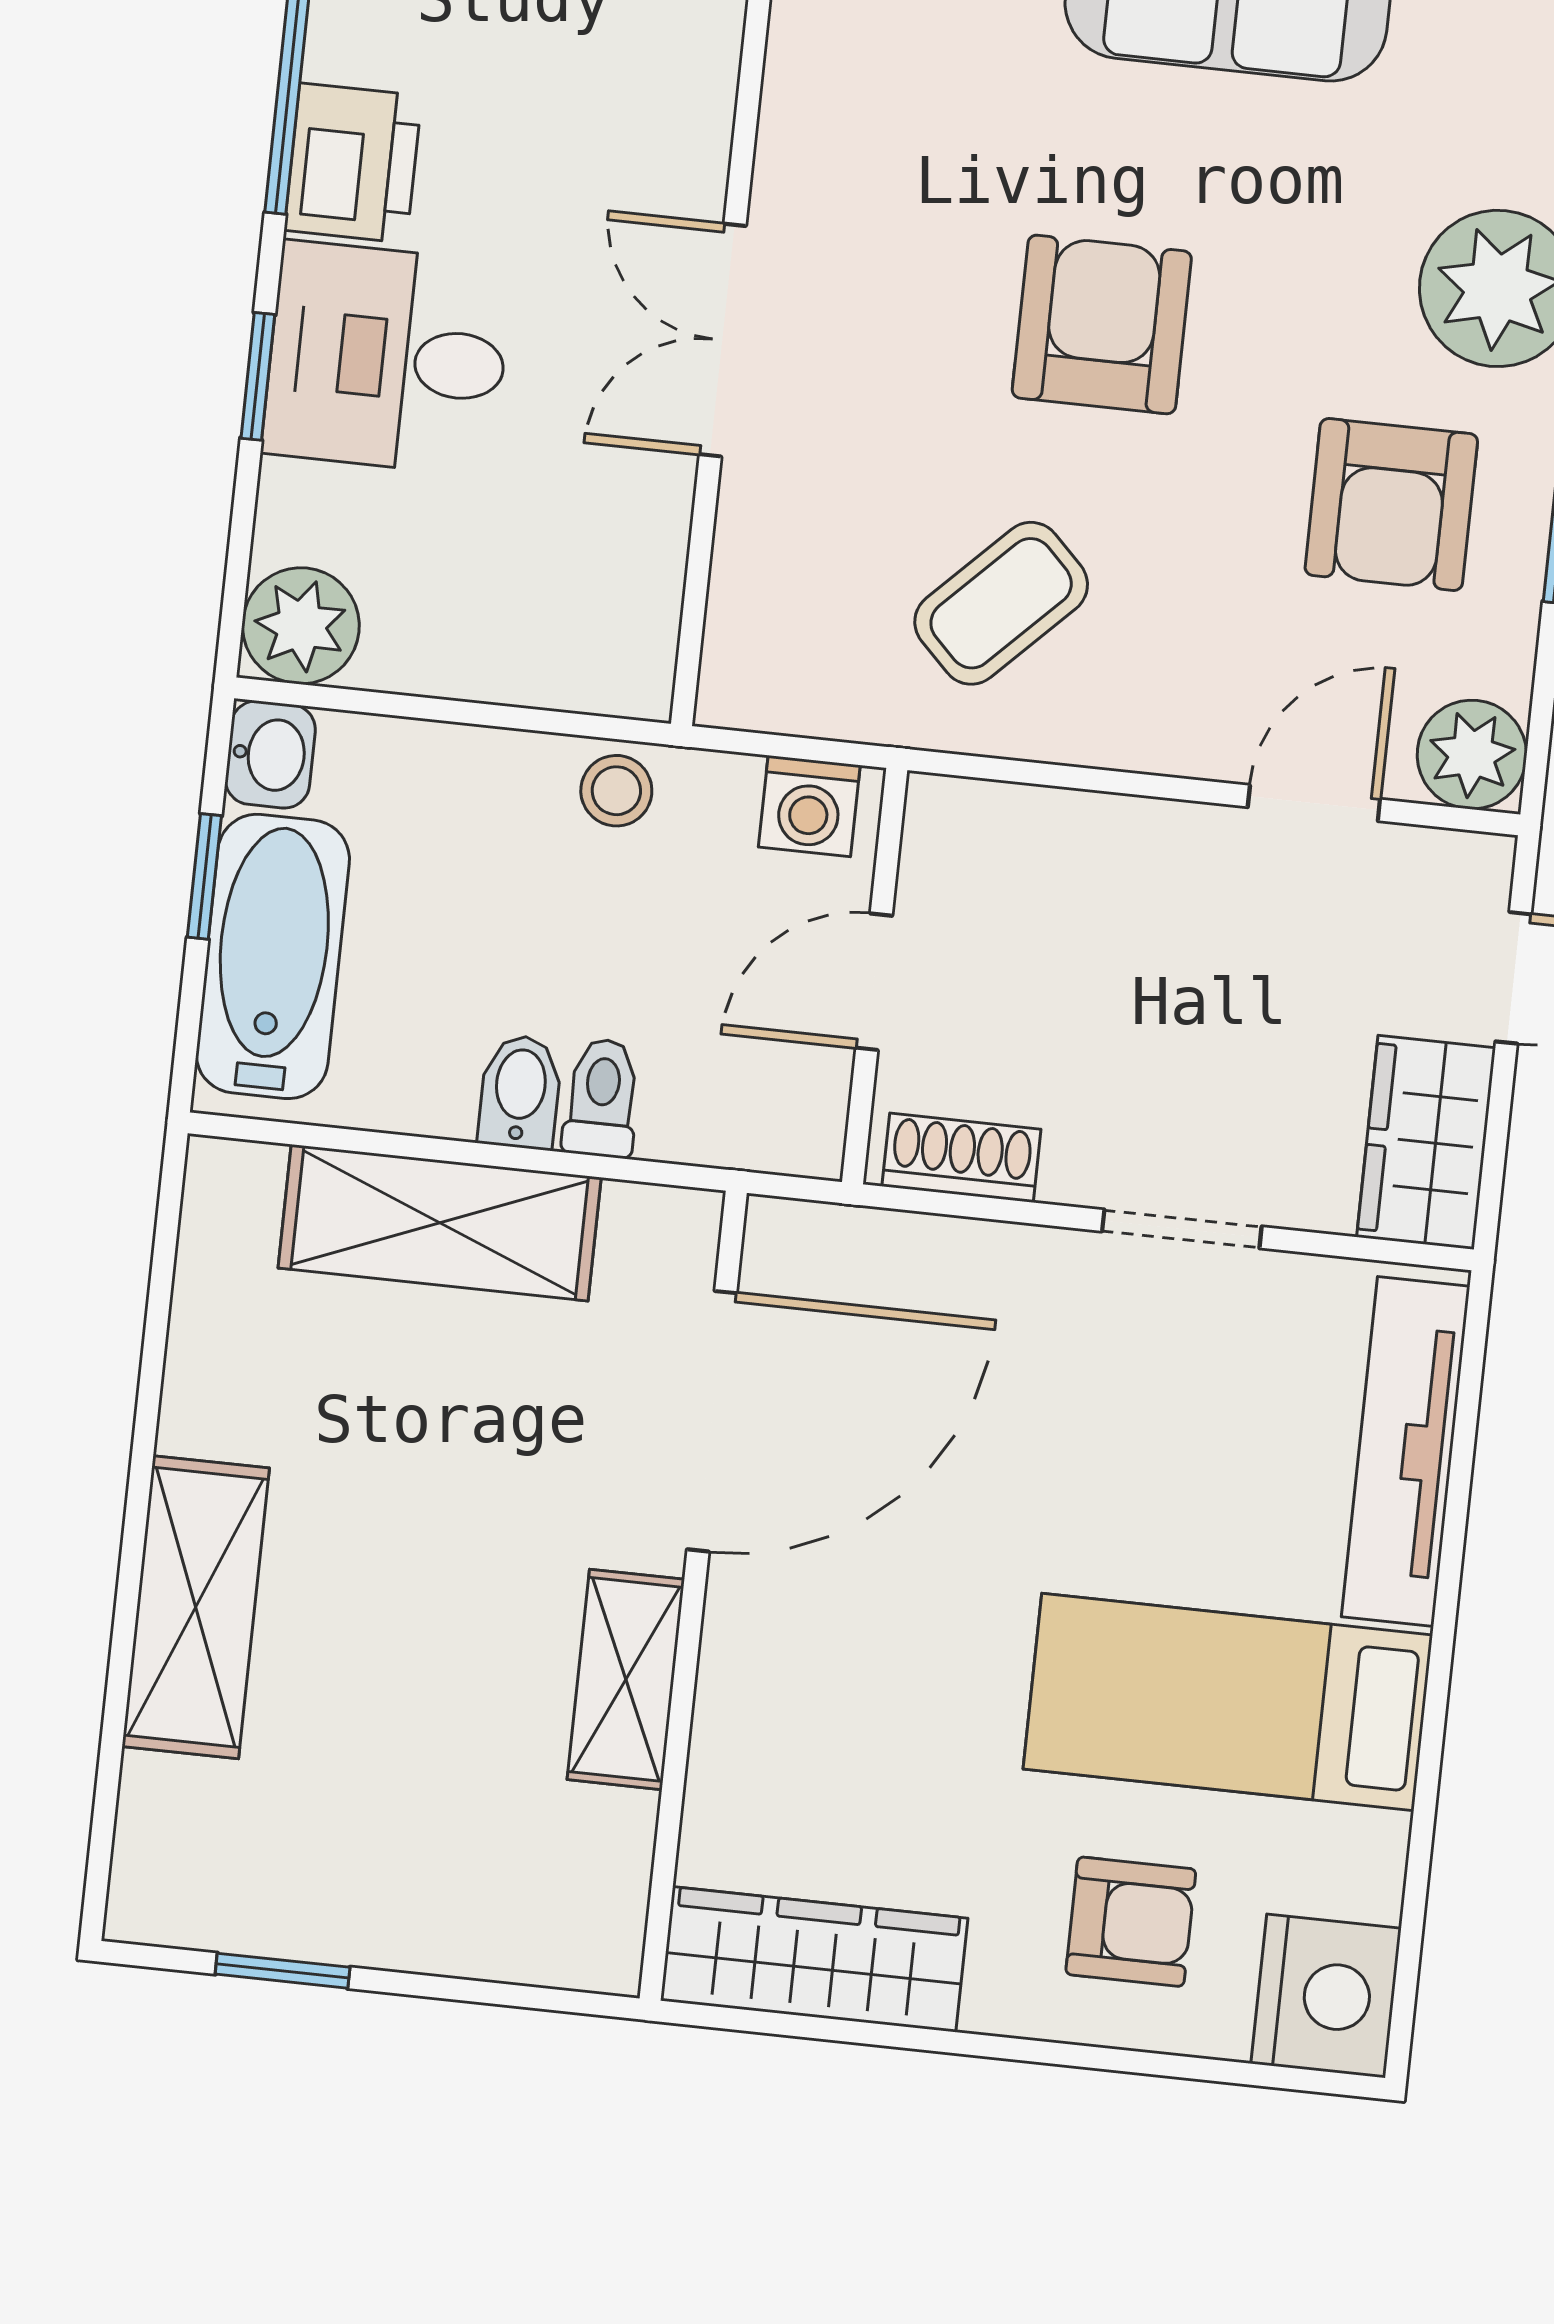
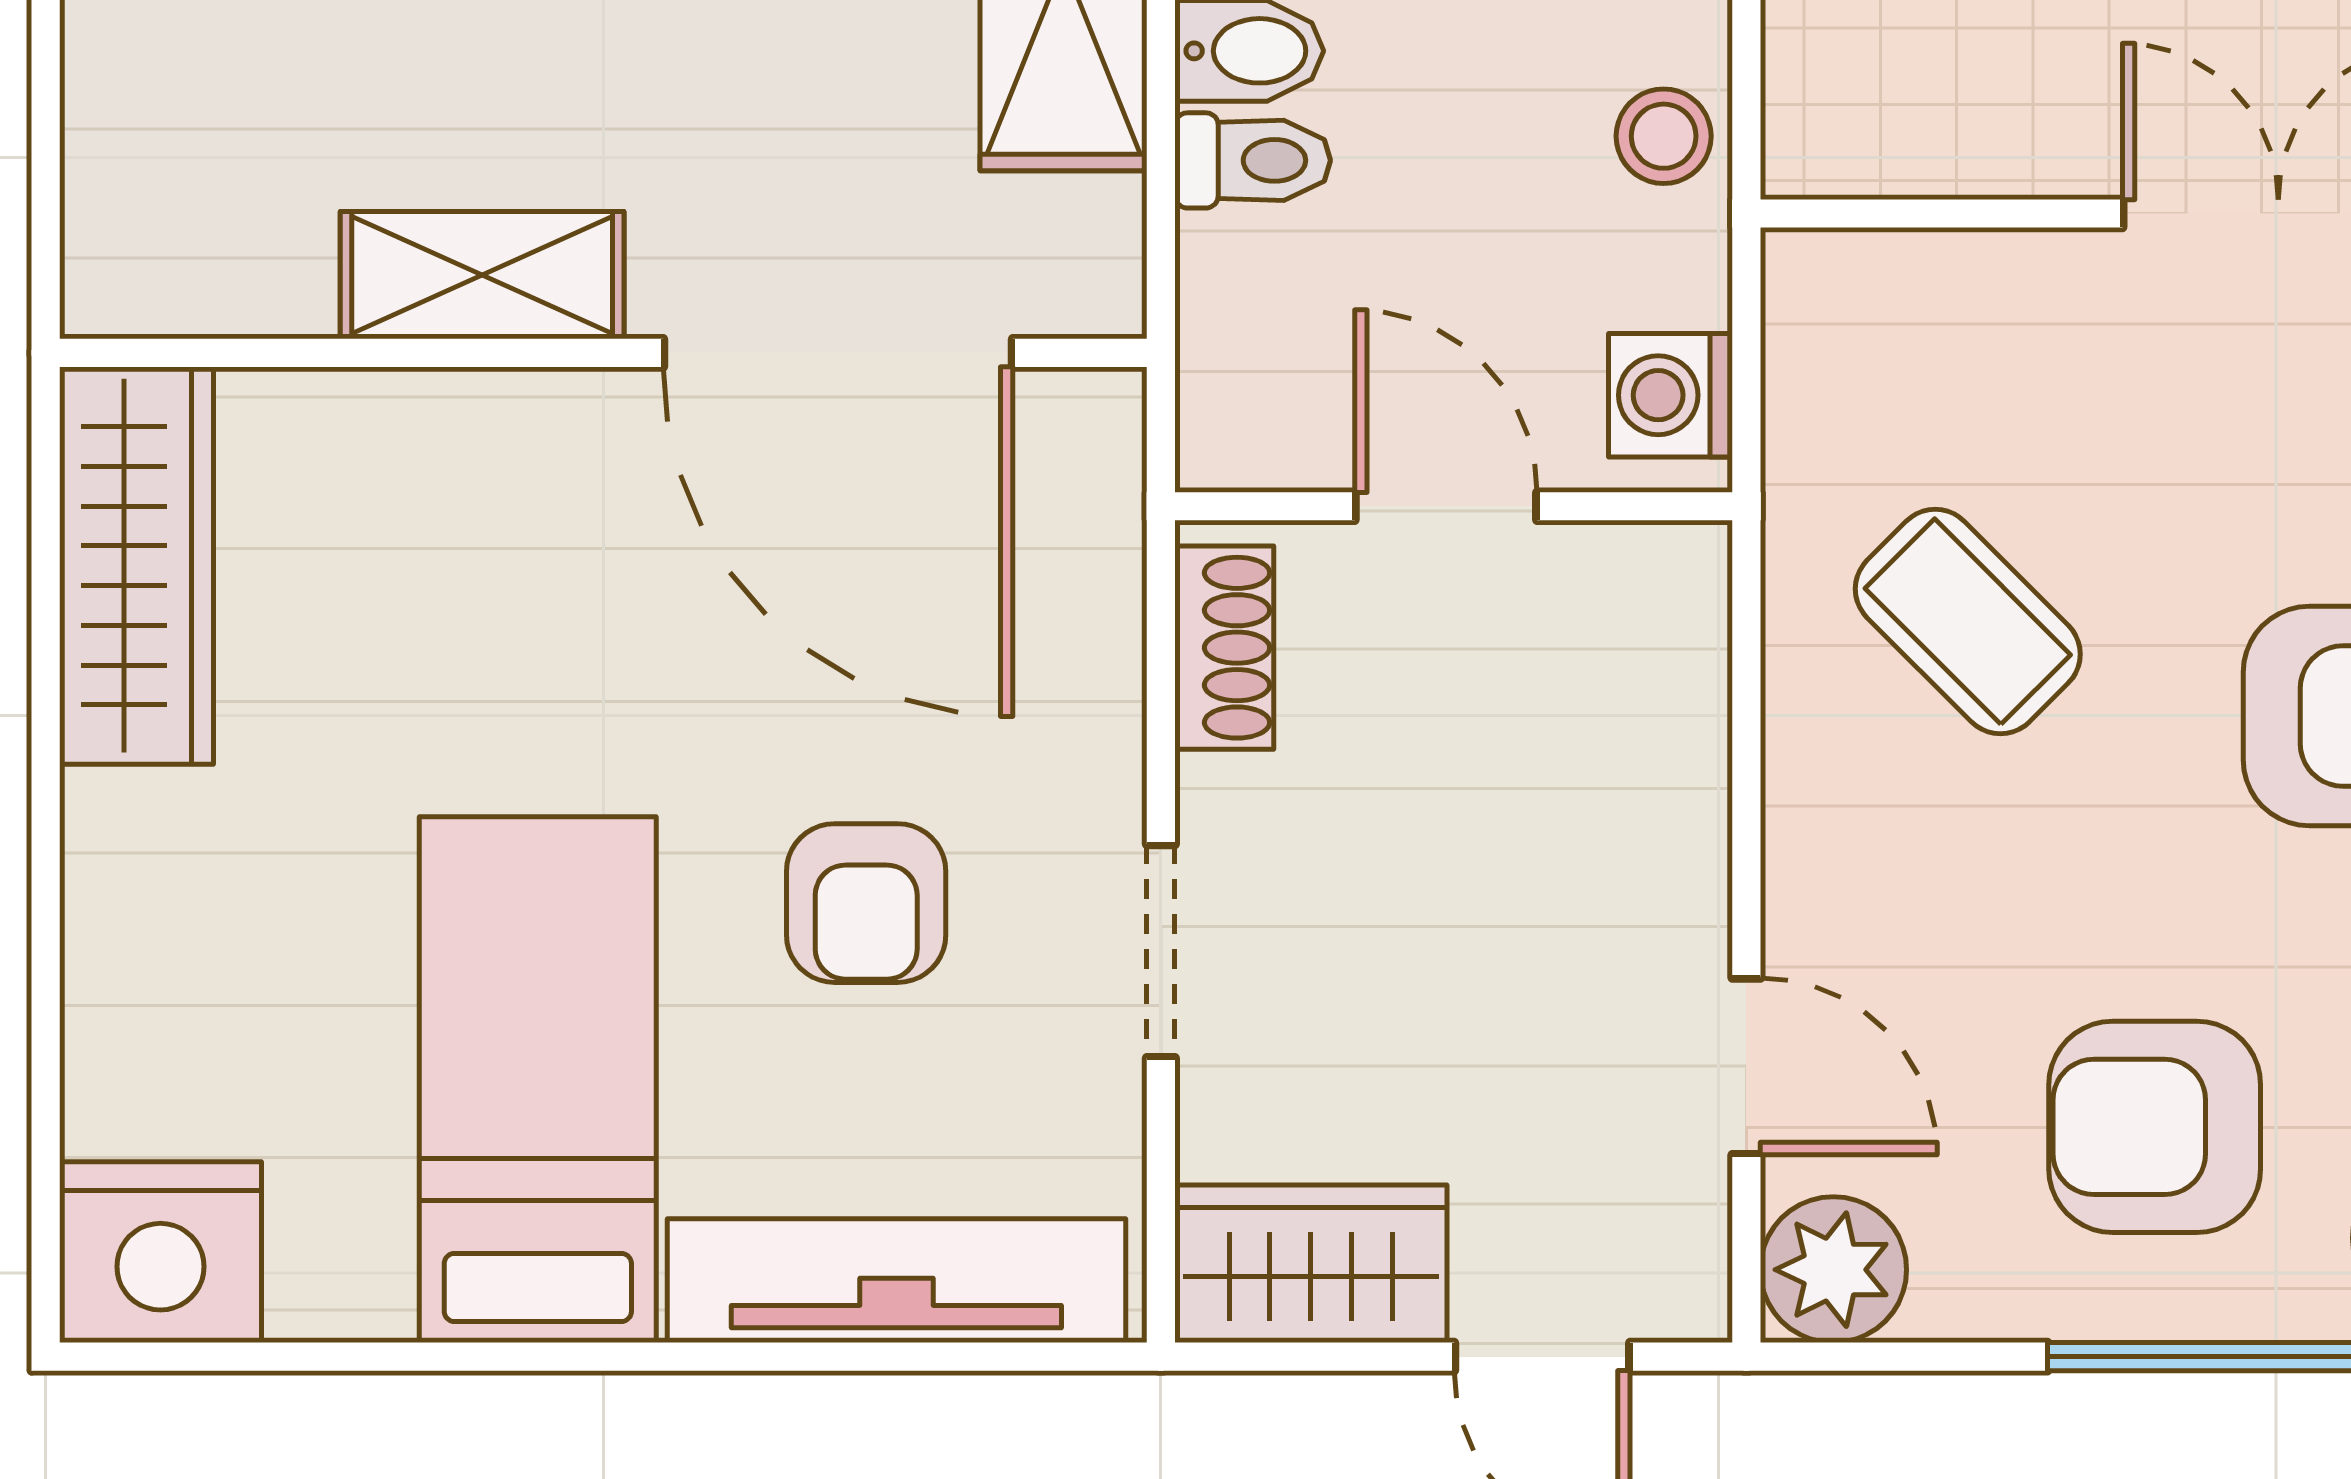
armchair: (1131, 1922) -> (866, 903), moved

